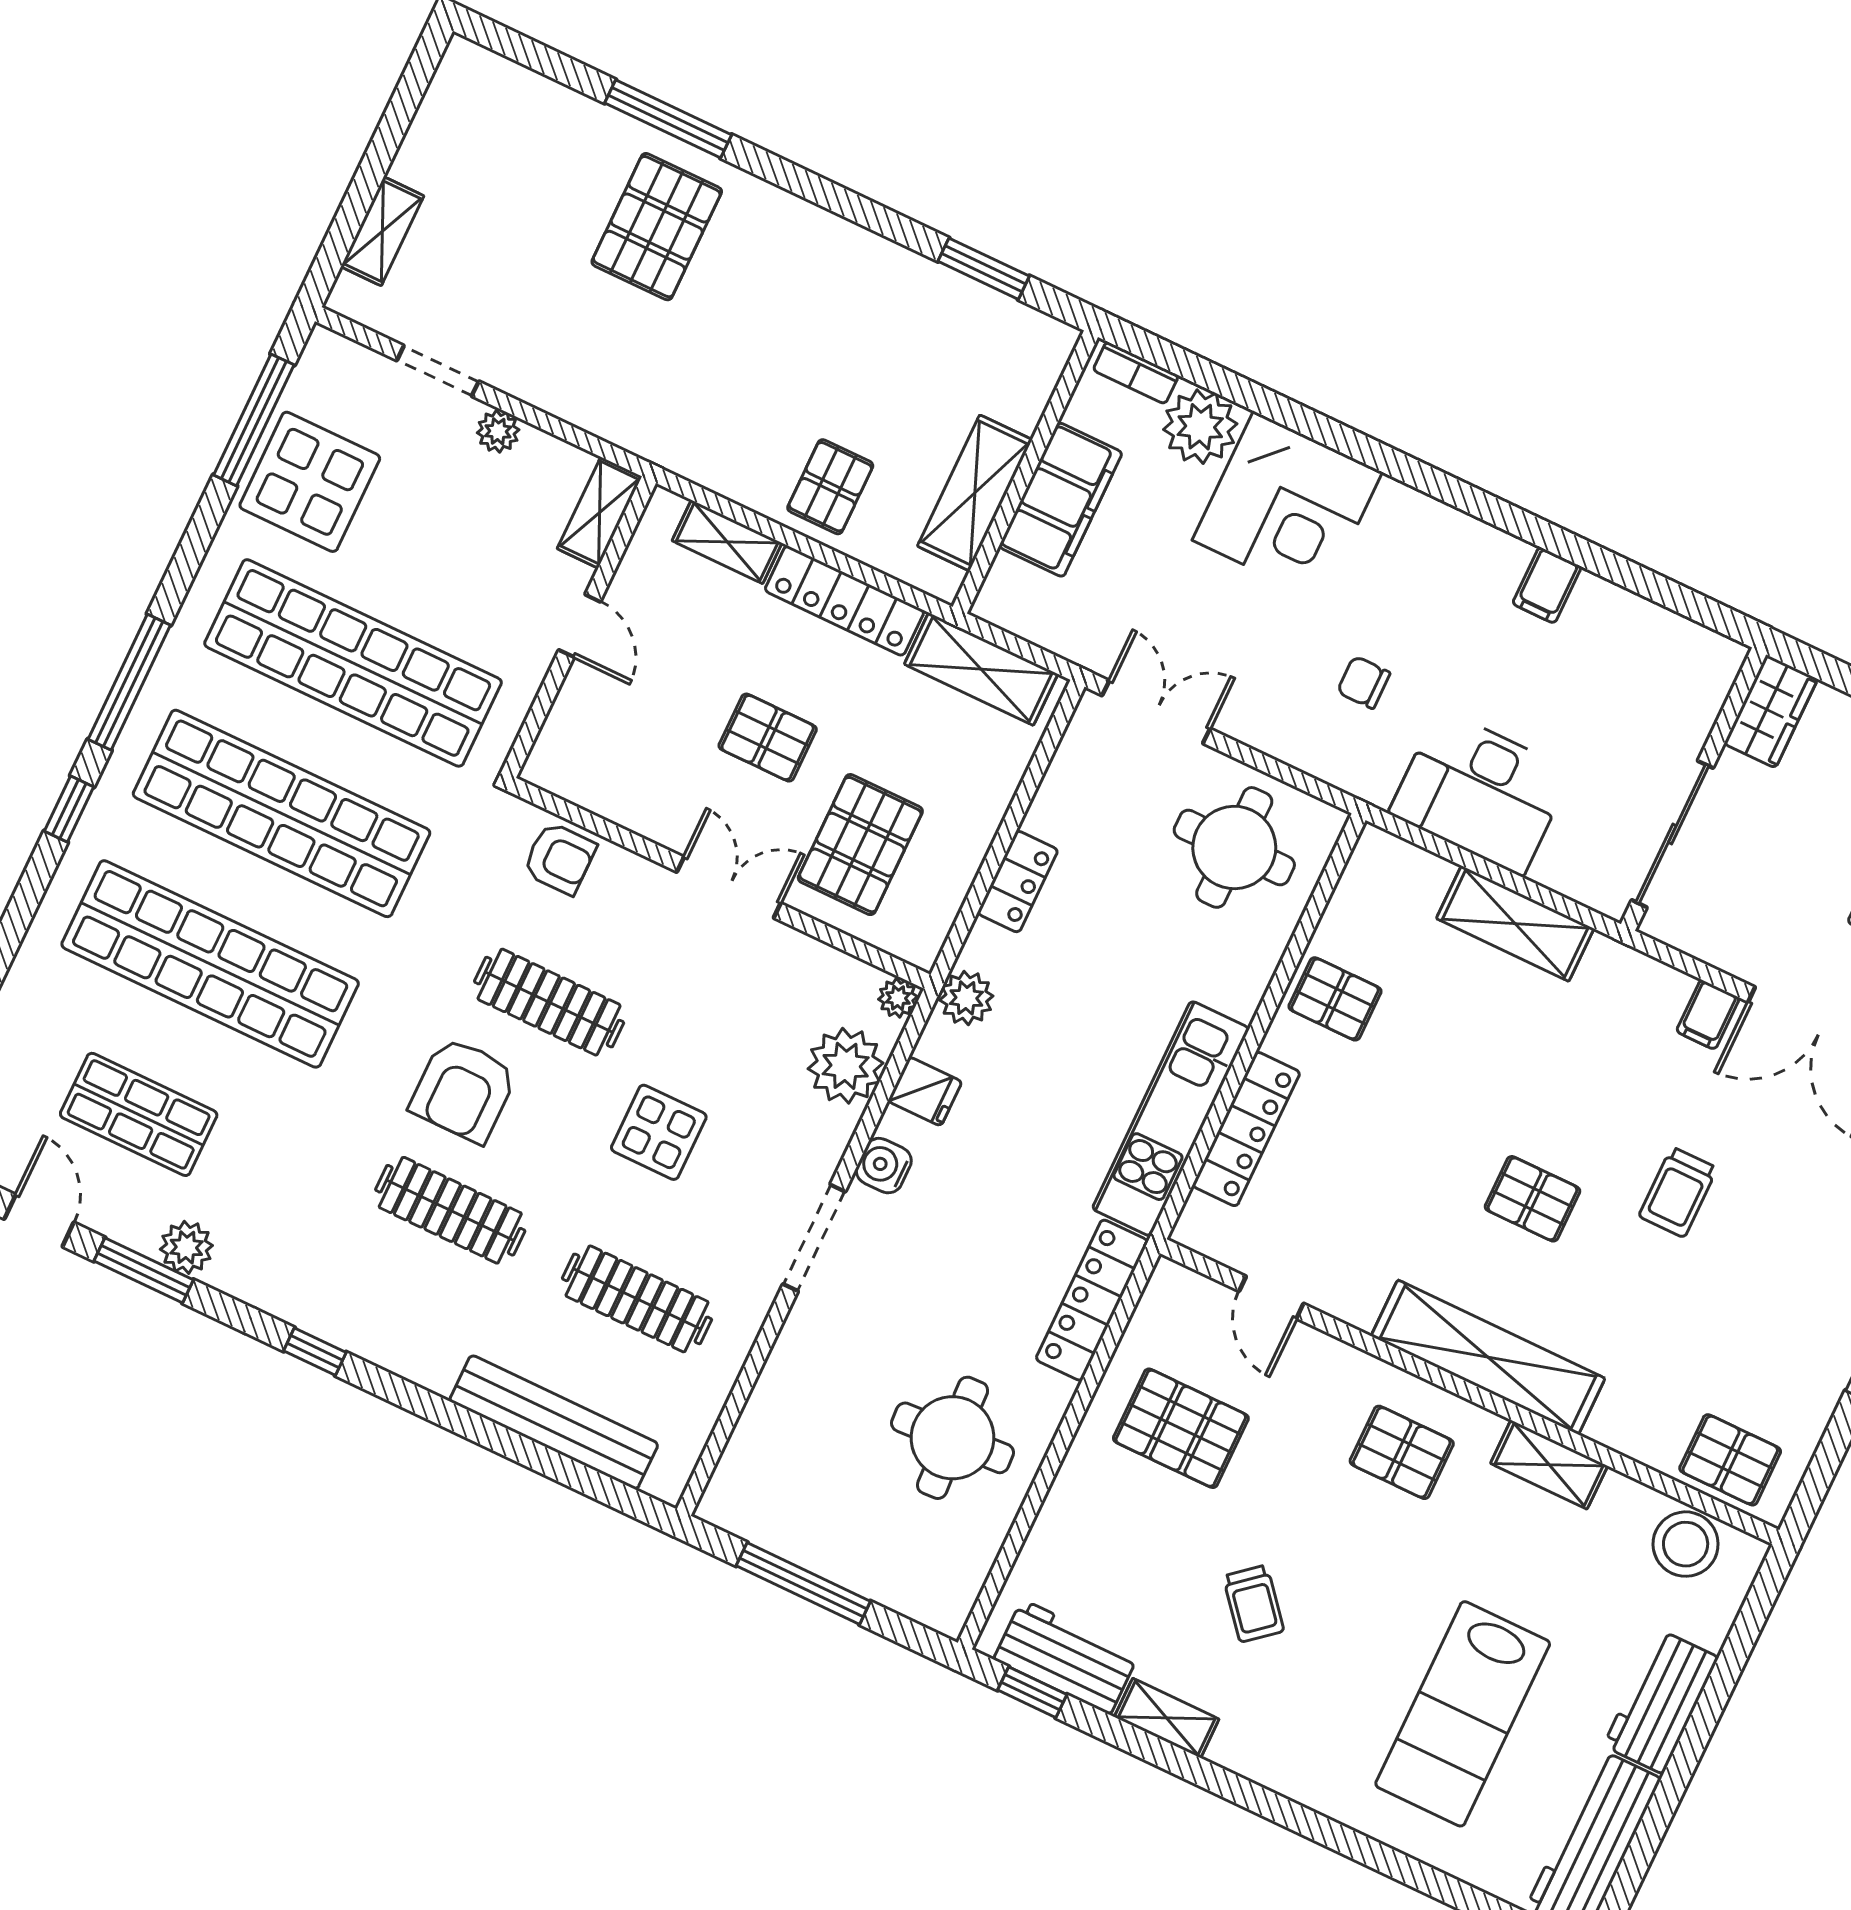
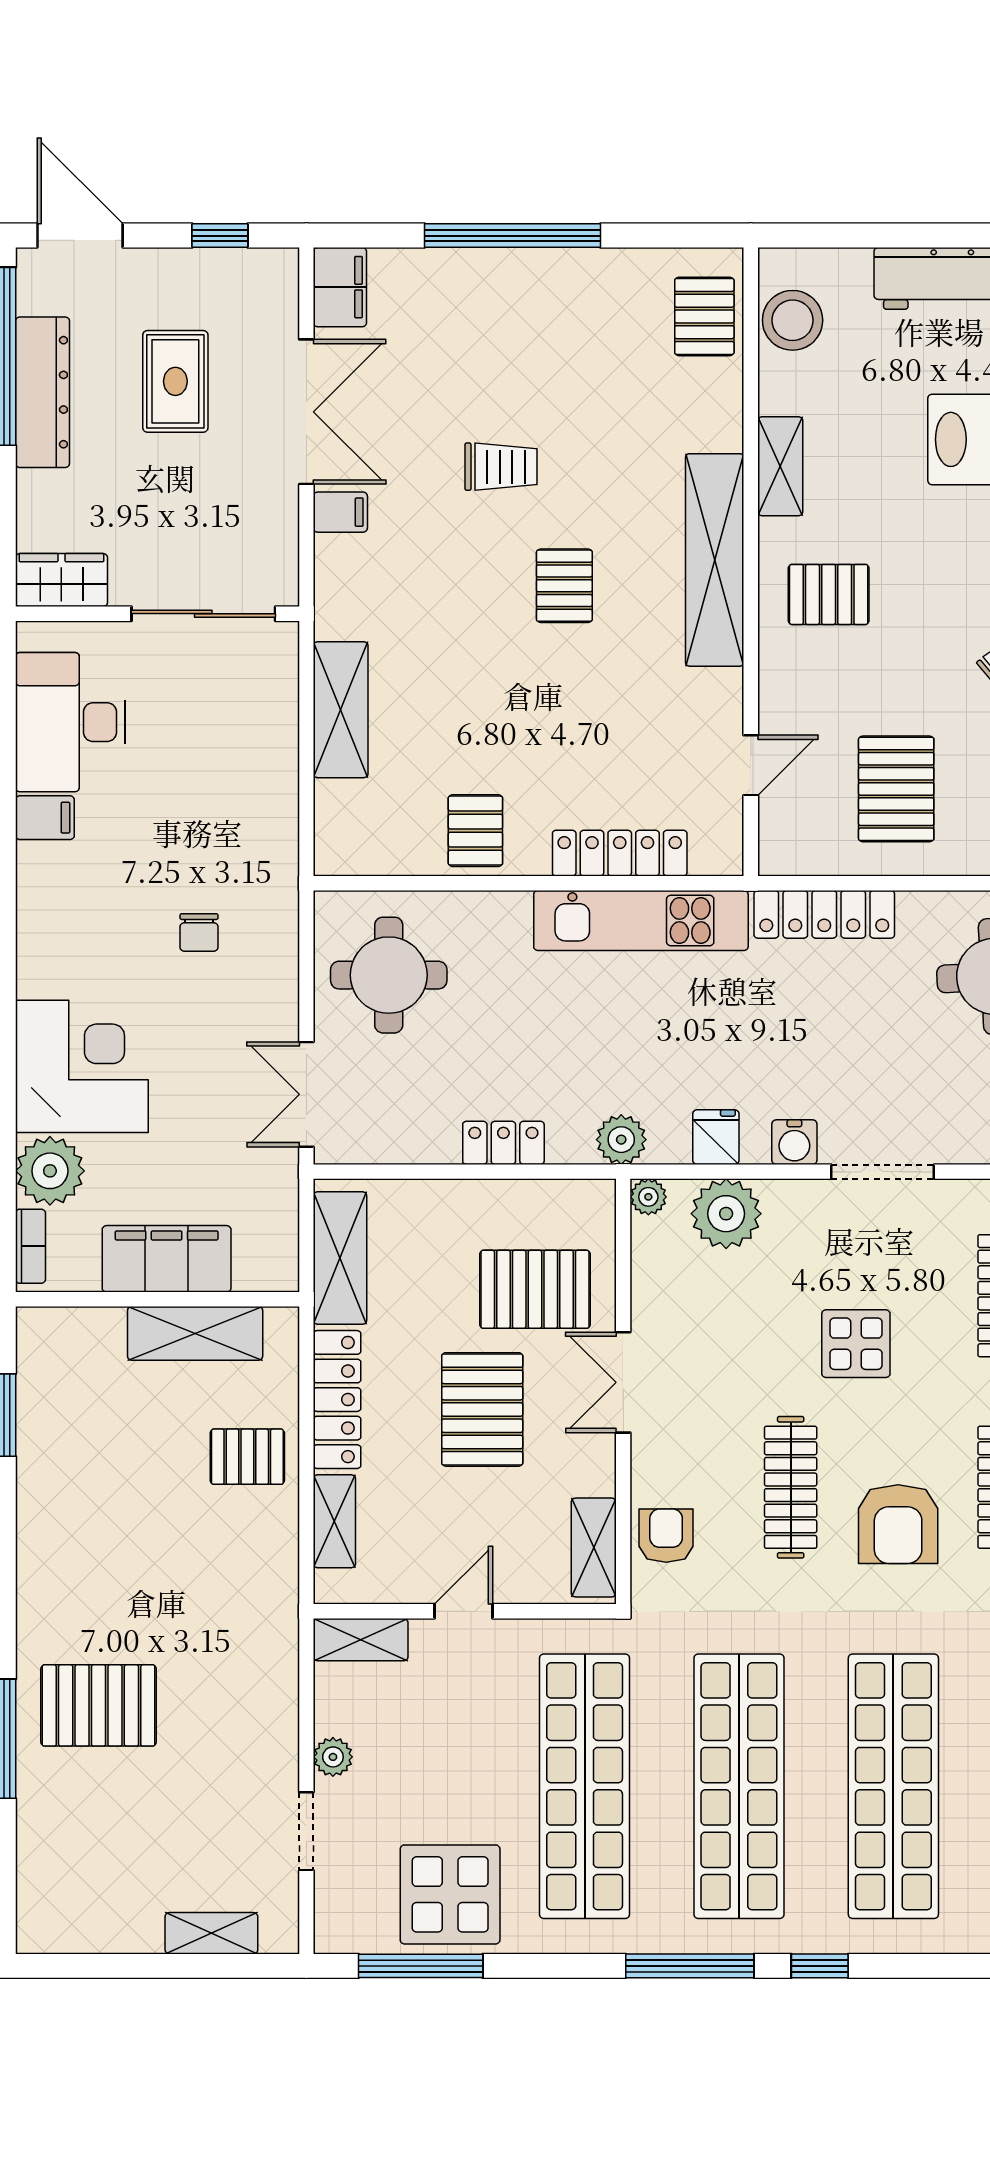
pallet: (768, 738) -> (482, 1409), width x1.50, depth x1.42
shelving: (581, 782) -> (594, 1548), added
desk: (1481, 792) -> (70, 722), moved, turned 180
armchair: (463, 1090) -> (898, 1524), turned 90
pallet: (1402, 1452) -> (829, 594), turned 90

